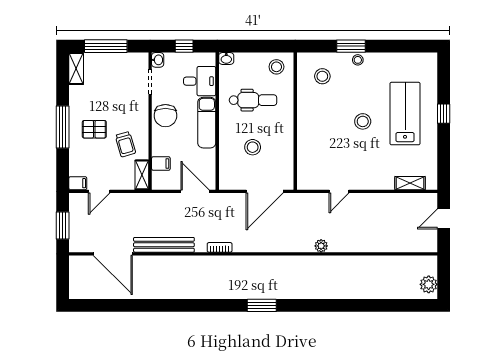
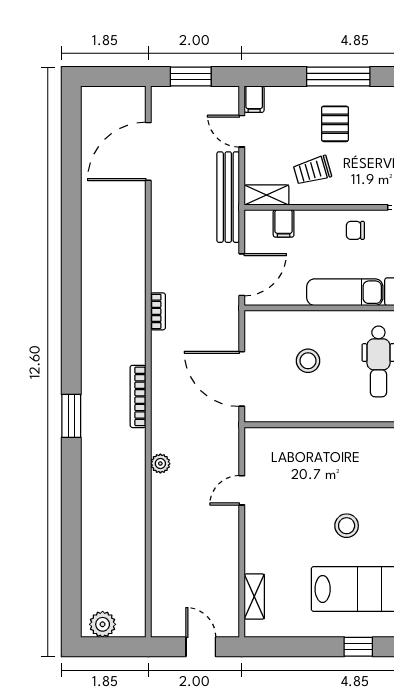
chair: (165, 116) -> (355, 230), width x0.54, depth x0.54
door: (339, 191) -> (242, 490), hinge flipped
bench: (164, 245) -> (228, 197), moved
bookcase: (276, 261) -> (138, 396), added
window: (262, 305) -> (71, 416), moved

